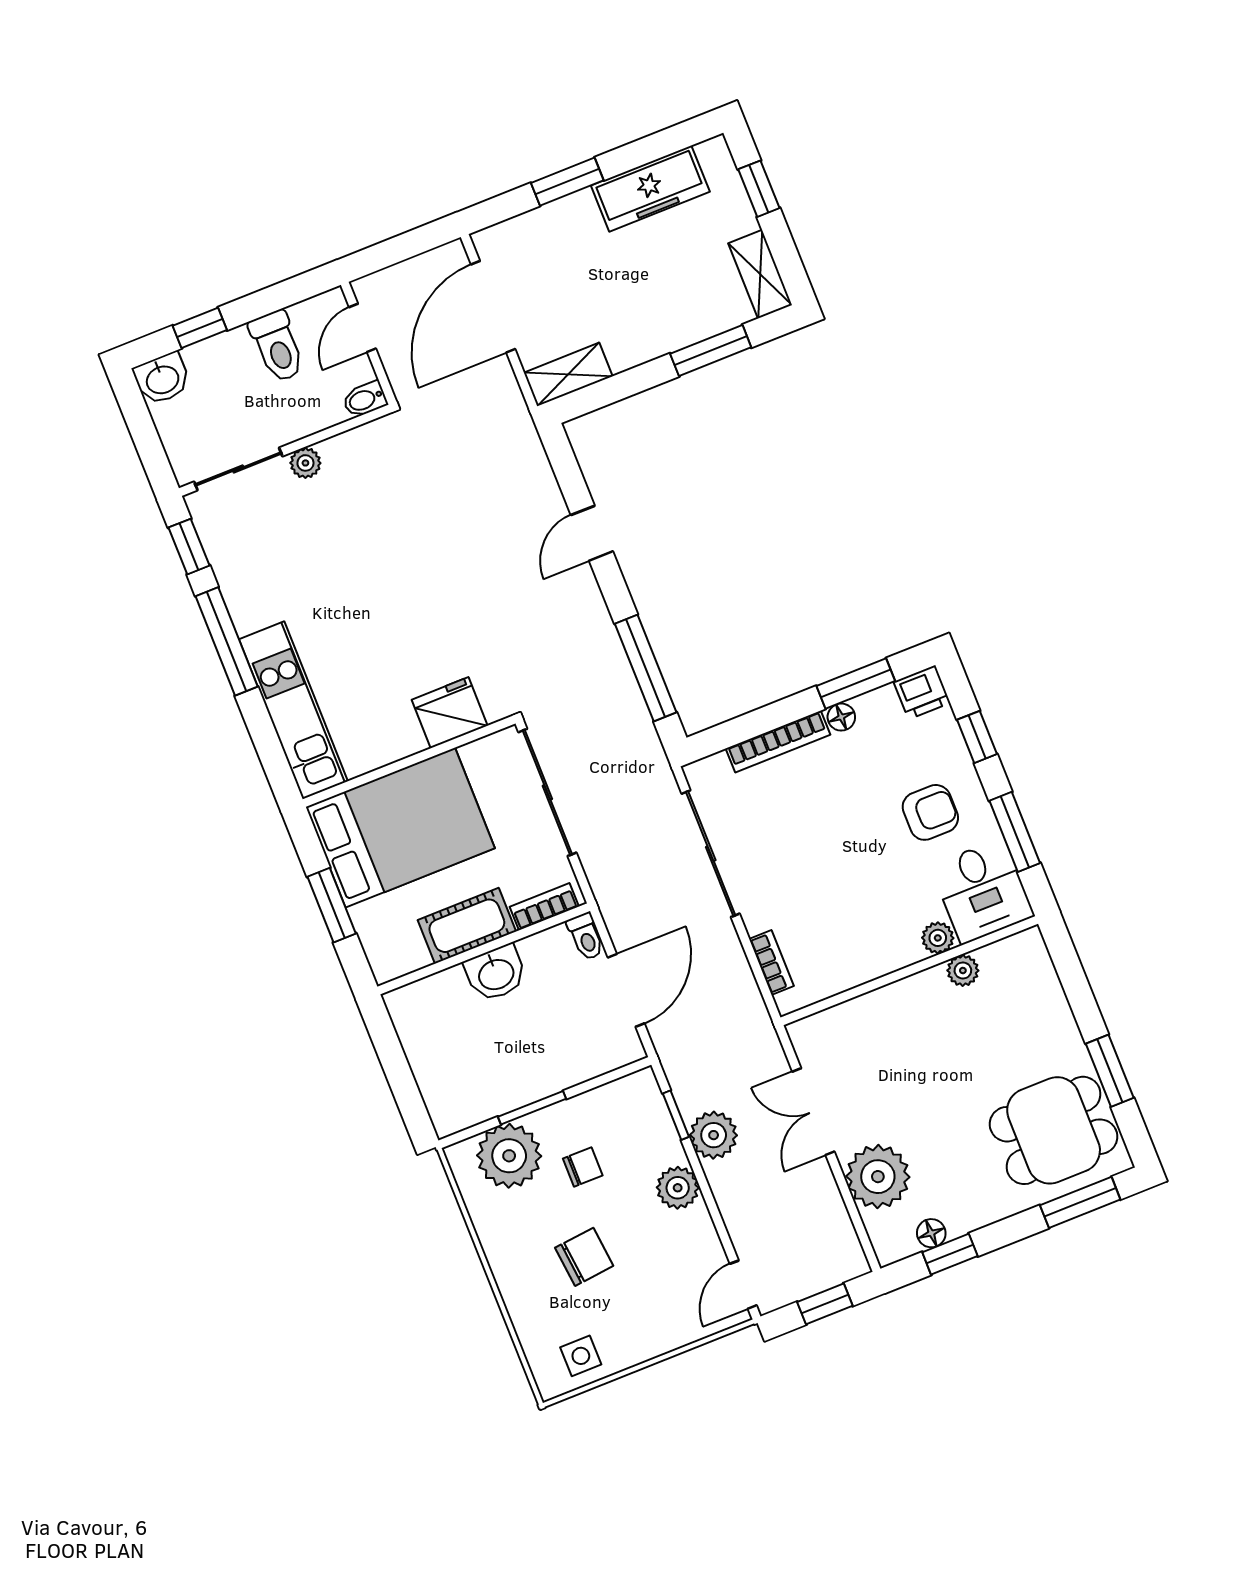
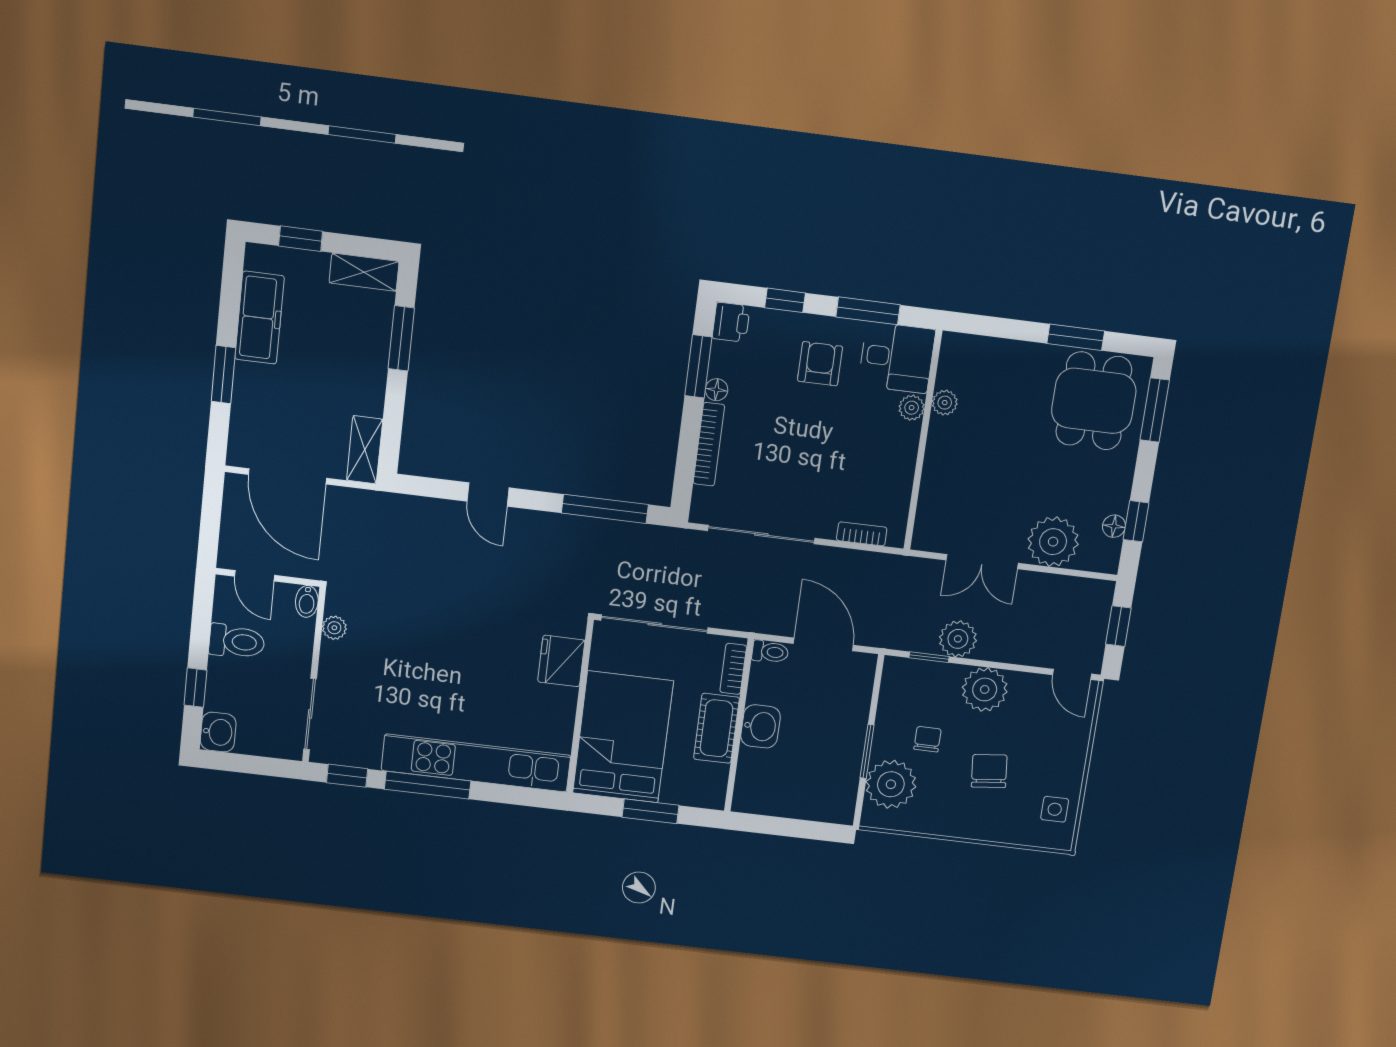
plant: (305, 463) -> (334, 628), moved
kitchen unit: (293, 710) -> (476, 763), width x1.36
plant: (678, 1188) -> (985, 689), width x1.36, depth x1.36

